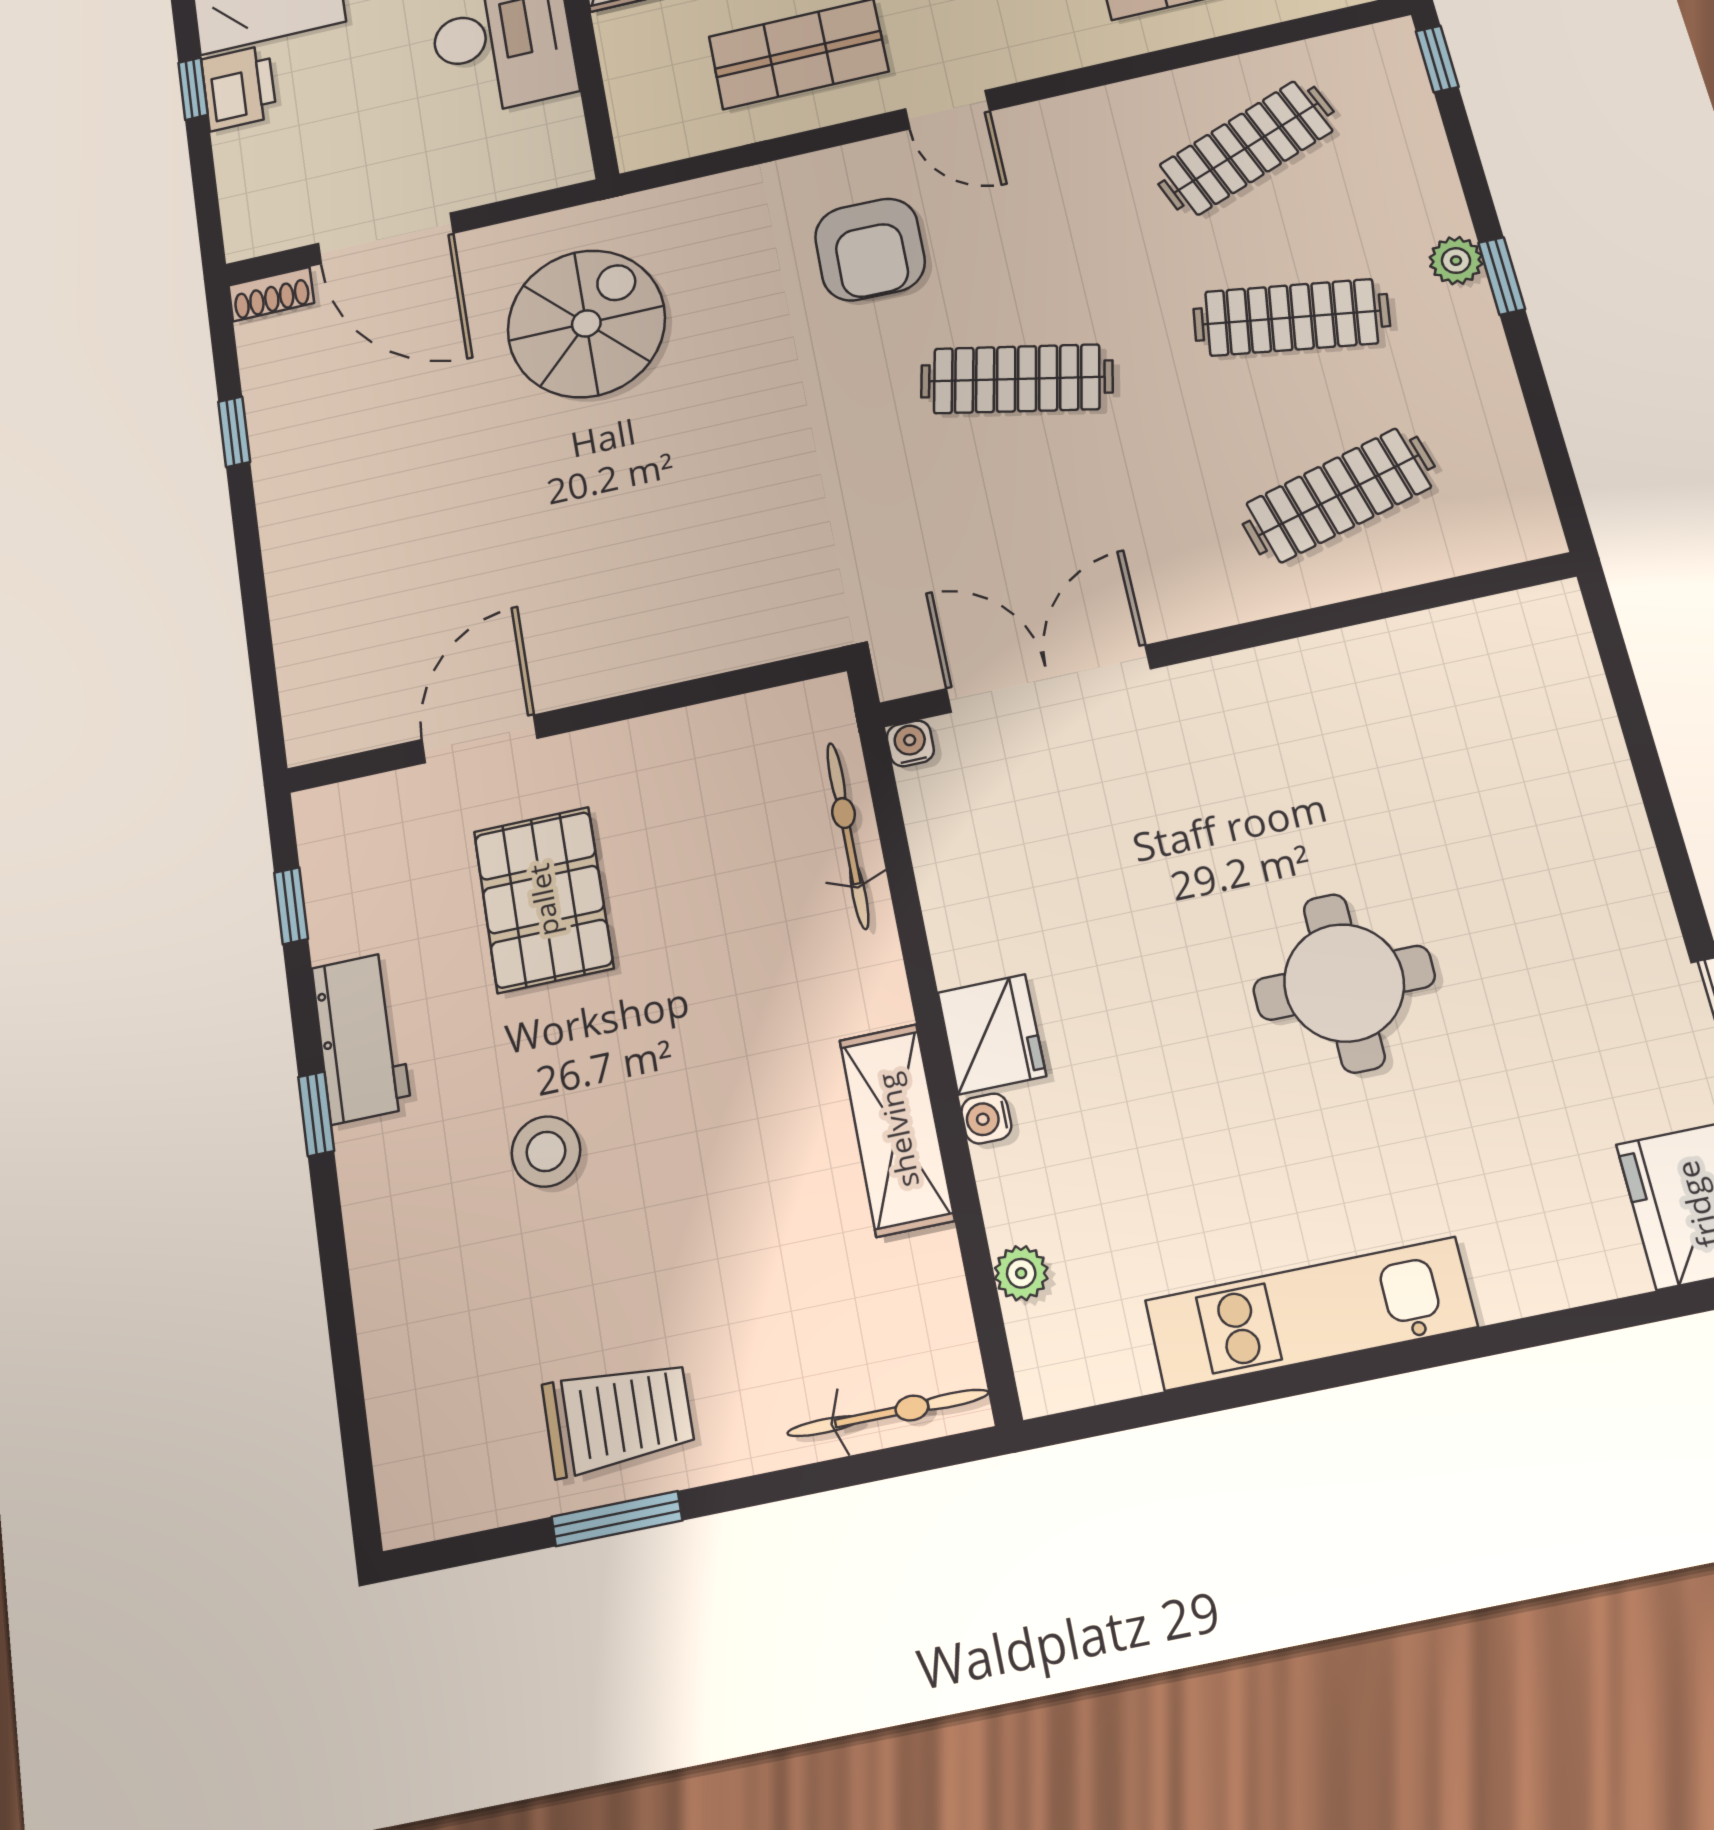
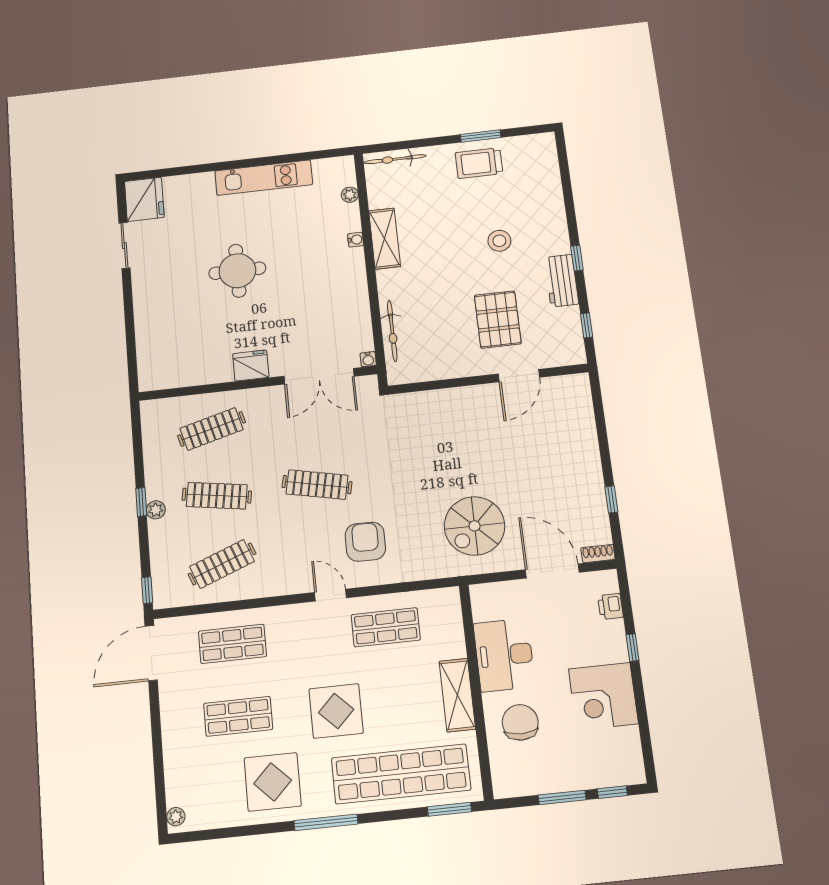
printer: (239, 88) -> (610, 606), moved, width x0.73, depth x0.81
fridge: (992, 1034) -> (251, 366), moved, turned 90

